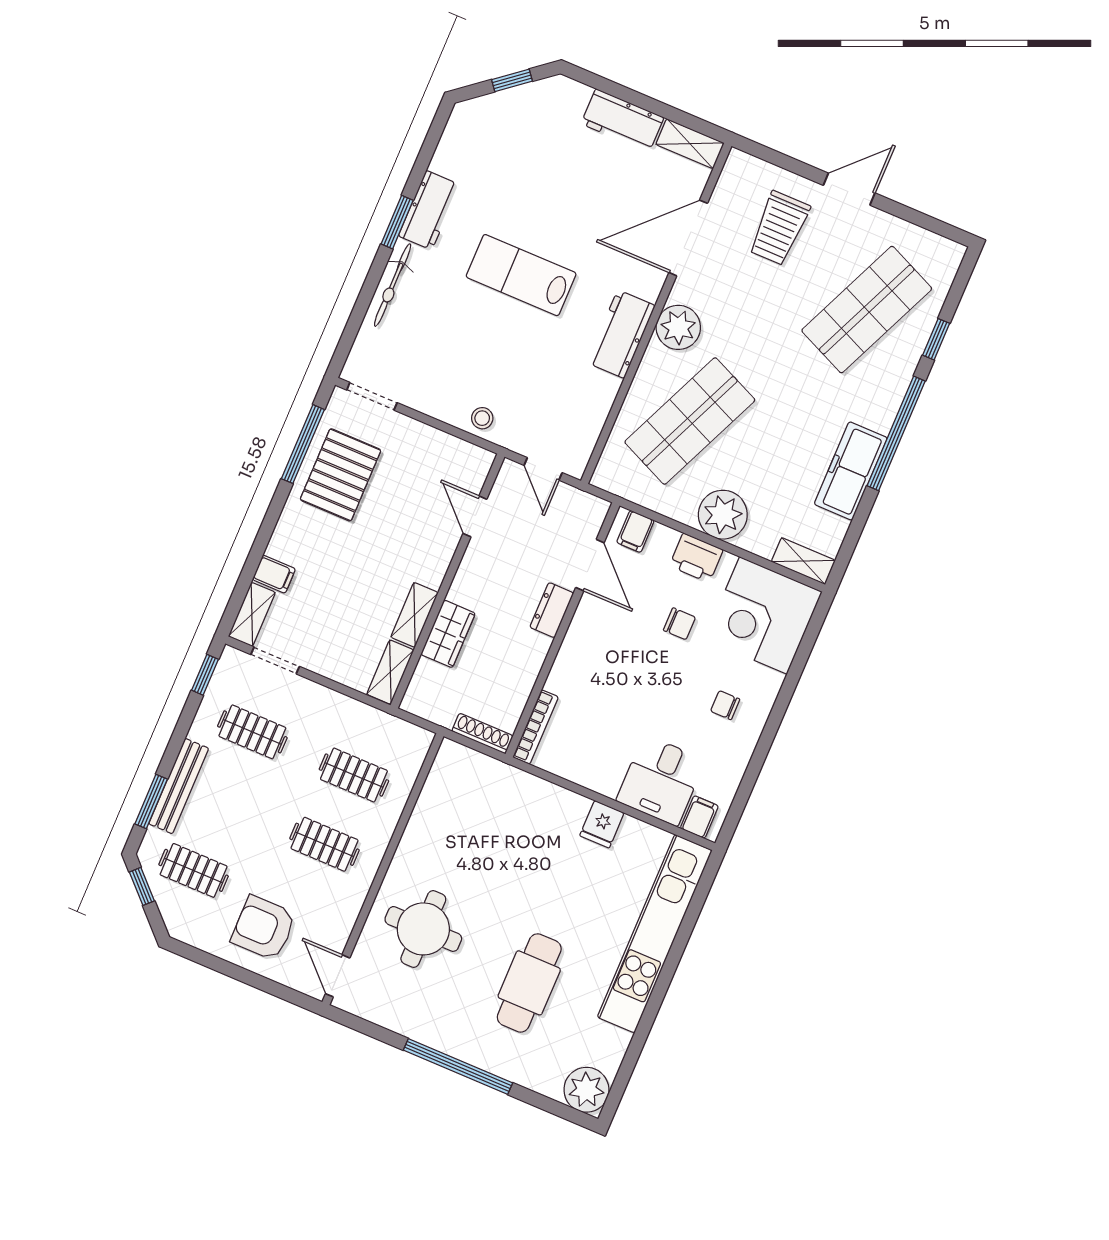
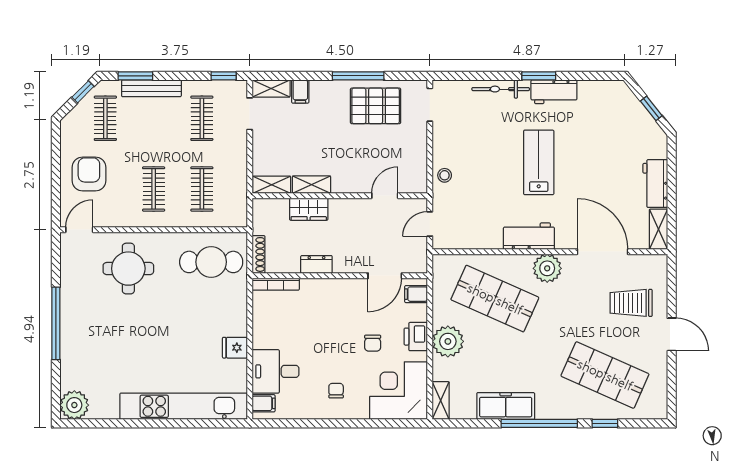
window: (303, 444) -> (358, 76), moved
dresser: (552, 610) -> (316, 264), moved
cafe table: (529, 983) -> (211, 262), moved

